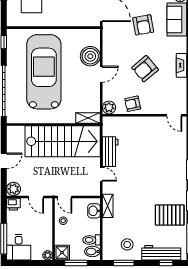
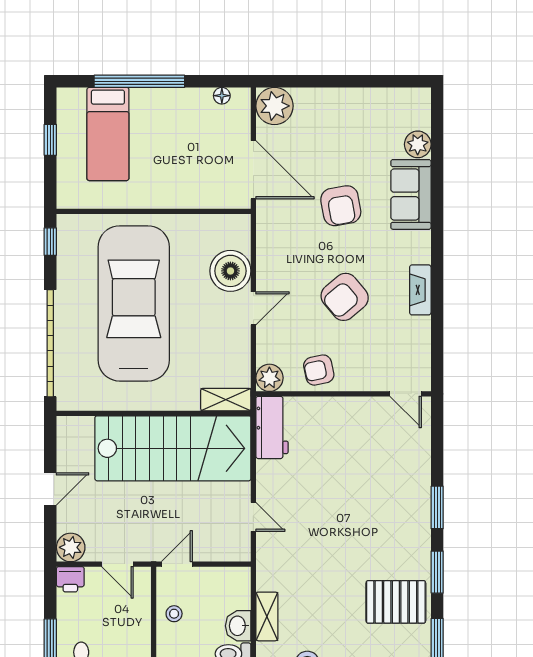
workbench: (110, 152) -> (272, 427), moved
door: (65, 197) -> (177, 564), swing flipped
shelving: (108, 206) -> (267, 616), moved
washbasin: (94, 211) -> (238, 626), moved

